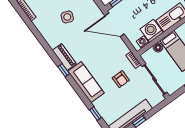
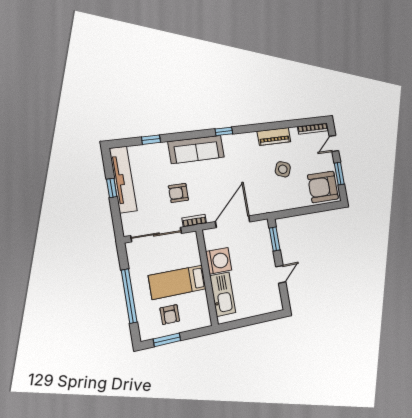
door: (115, 25) -> (233, 222), moved
washing machine: (143, 42) -> (210, 243), removed
floor lamp: (158, 47) -> (194, 259), removed
piano: (64, 57) -> (274, 136), moved

